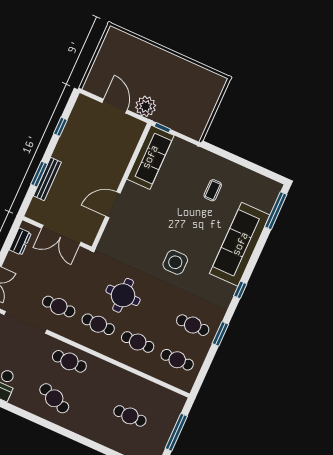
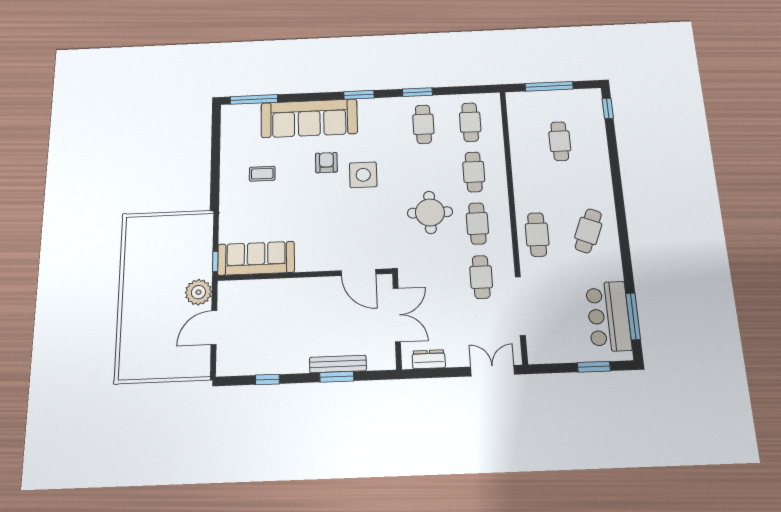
door: (113, 205) -> (359, 272), moved
armchair: (198, 240) -> (326, 163), added
window: (240, 290) -> (359, 95), width x1.50

